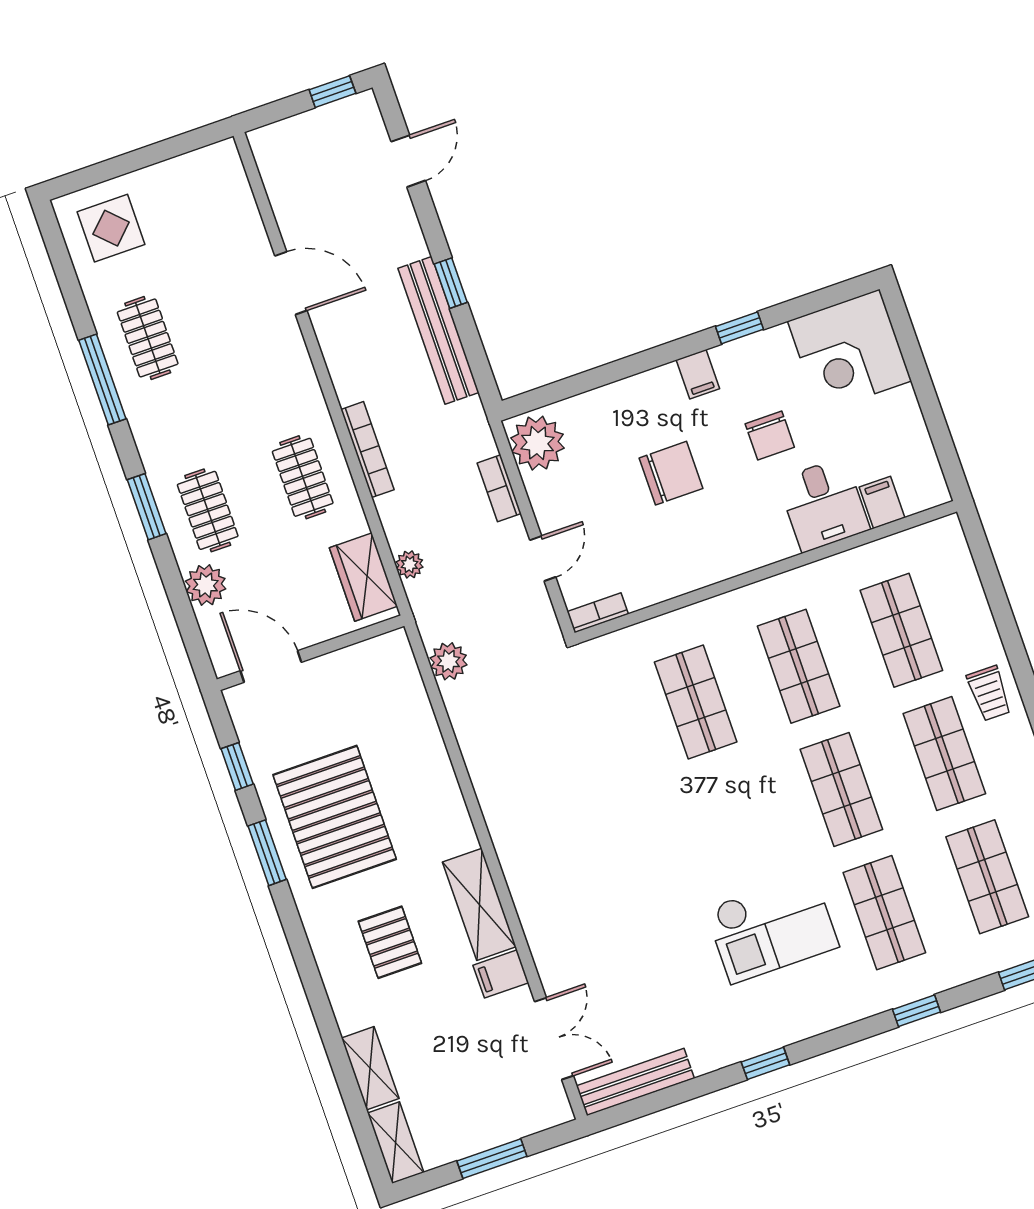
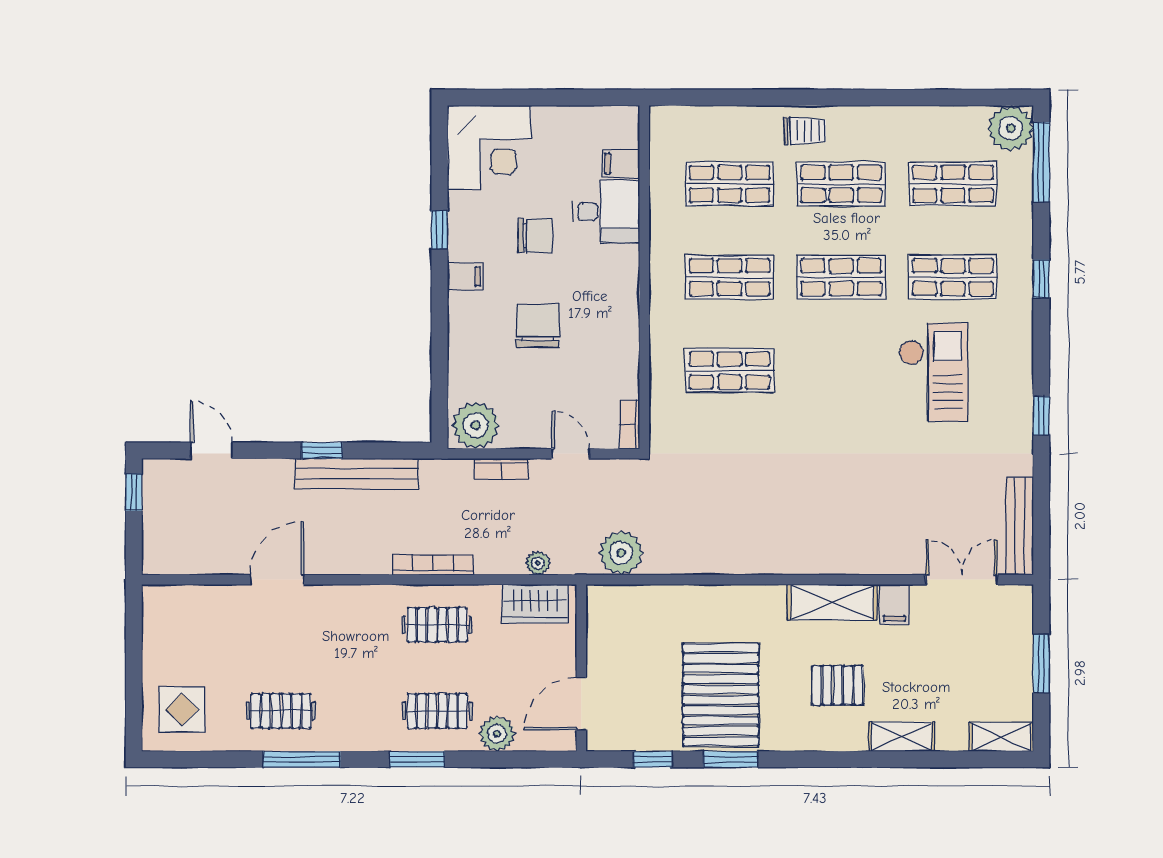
plant: (449, 661) -> (621, 553), width x1.36, depth x1.36
pallet: (335, 817) -> (721, 695), turned 90
shelving: (370, 1068) -> (902, 737), moved

